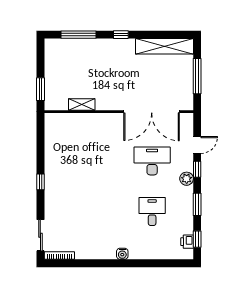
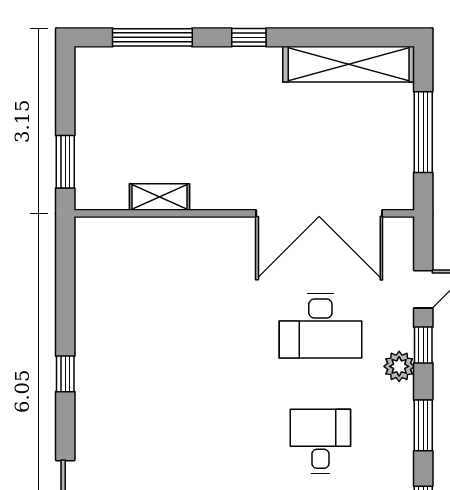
desk: (152, 161) -> (320, 326), turned 180

